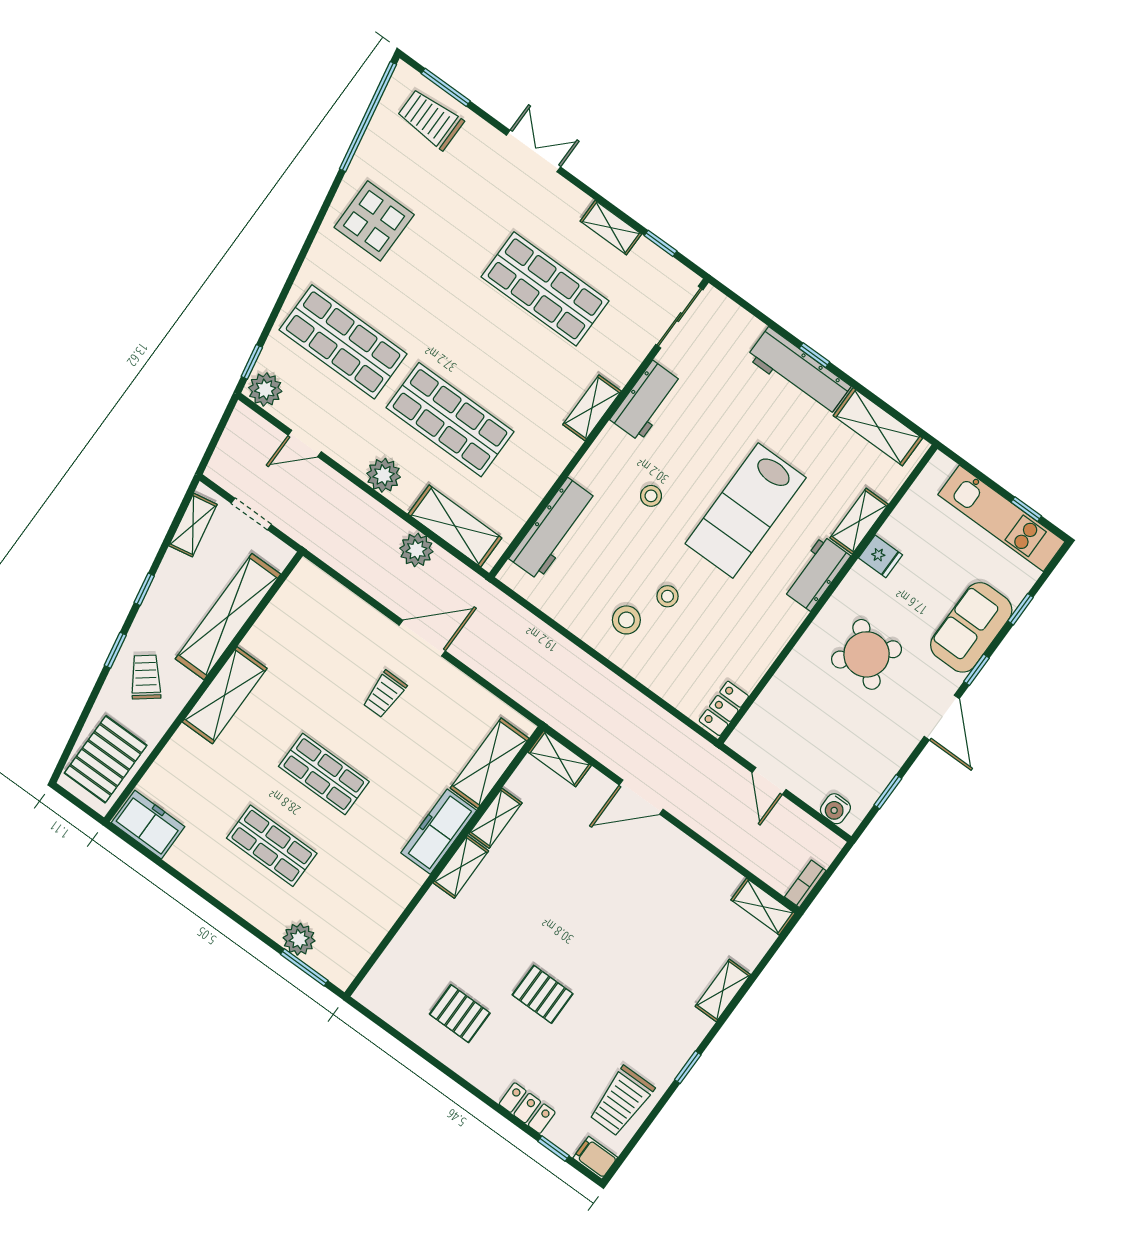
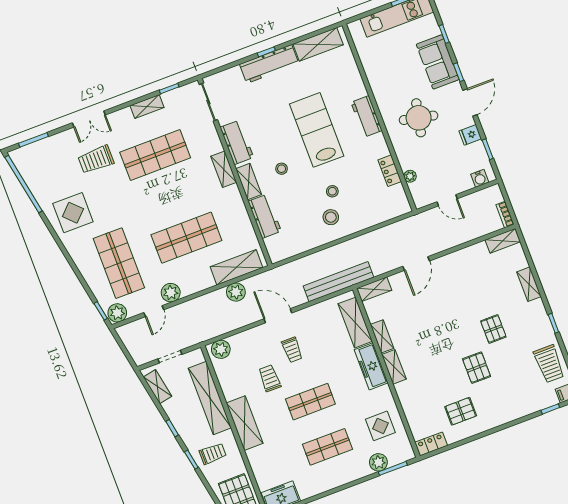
trolley: (430, 119) -> (96, 159), moved
double door: (533, 151) -> (89, 119), swing flipped
shop shelf: (343, 342) -> (119, 263), turned 90
plant: (384, 475) -> (171, 293), moved
lab bench: (746, 511) -> (317, 130), turned 180
shelving: (859, 521) -> (249, 182), moved
workbench: (553, 529) -> (265, 216), width x0.73
fridge: (880, 556) -> (470, 135), moved, turned 180
plant: (314, 584) -> (221, 349), added
door: (422, 638) -> (278, 316), hinge flipped
round table: (867, 654) -> (419, 118), turned -31
trolley: (146, 677) -> (213, 454), turned 128
trolley: (319, 688) -> (270, 378), added
bench: (535, 696) -> (338, 282), added
plant: (769, 700) -> (410, 176), added
locker: (724, 708) -> (390, 171), moved
door: (942, 718) -> (470, 102), hinge flipped
display table: (357, 906) -> (380, 426), added
pallet: (619, 981) -> (493, 329), added
pallet: (543, 994) -> (477, 368), turned 90
locker: (527, 1108) -> (431, 444), moved

